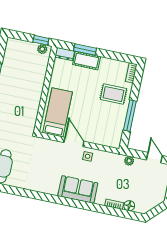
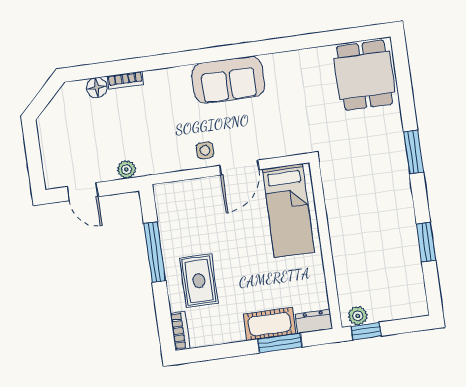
rug: (113, 94) -> (199, 281), turned 90
door: (74, 142) -> (239, 168), hinge flipped
sofa: (78, 189) -> (228, 80), moved

